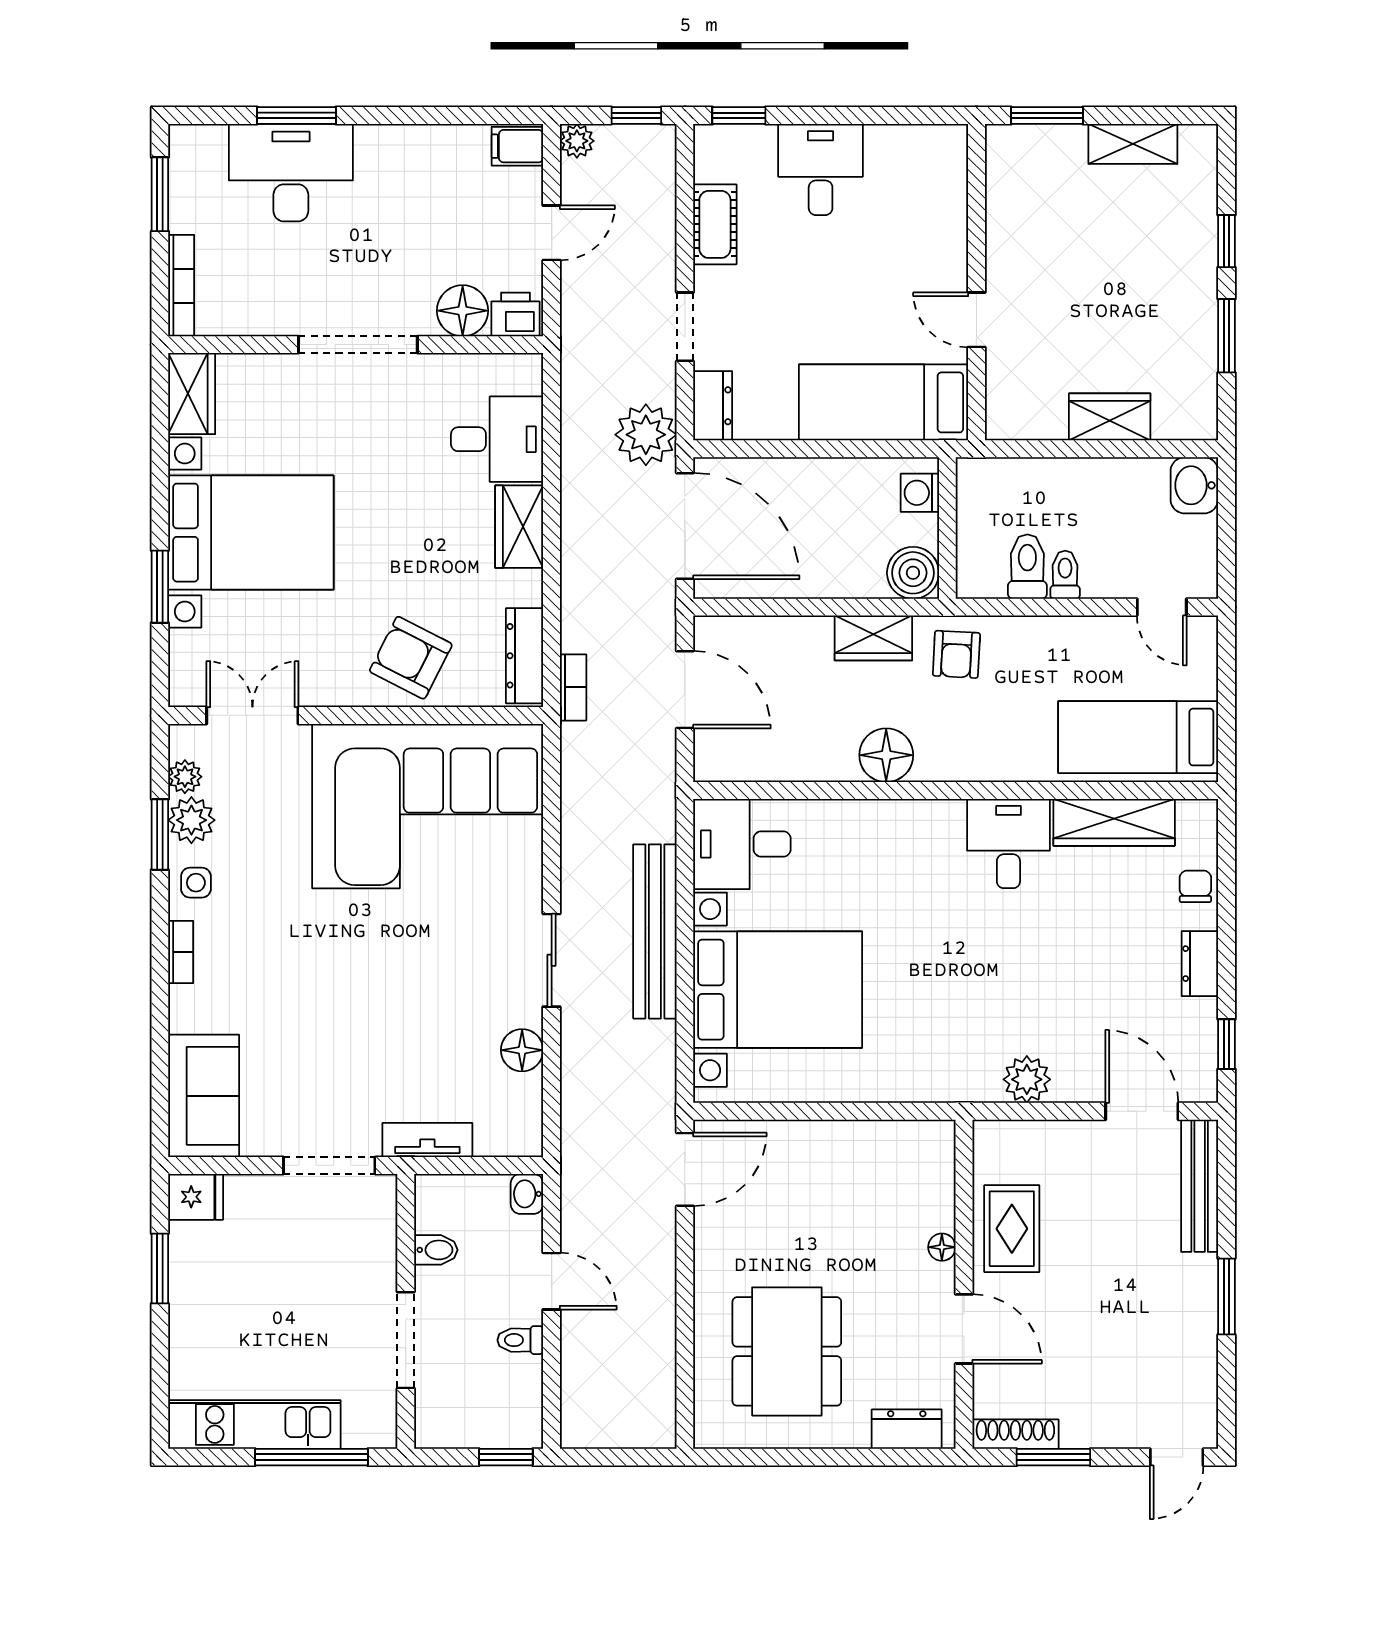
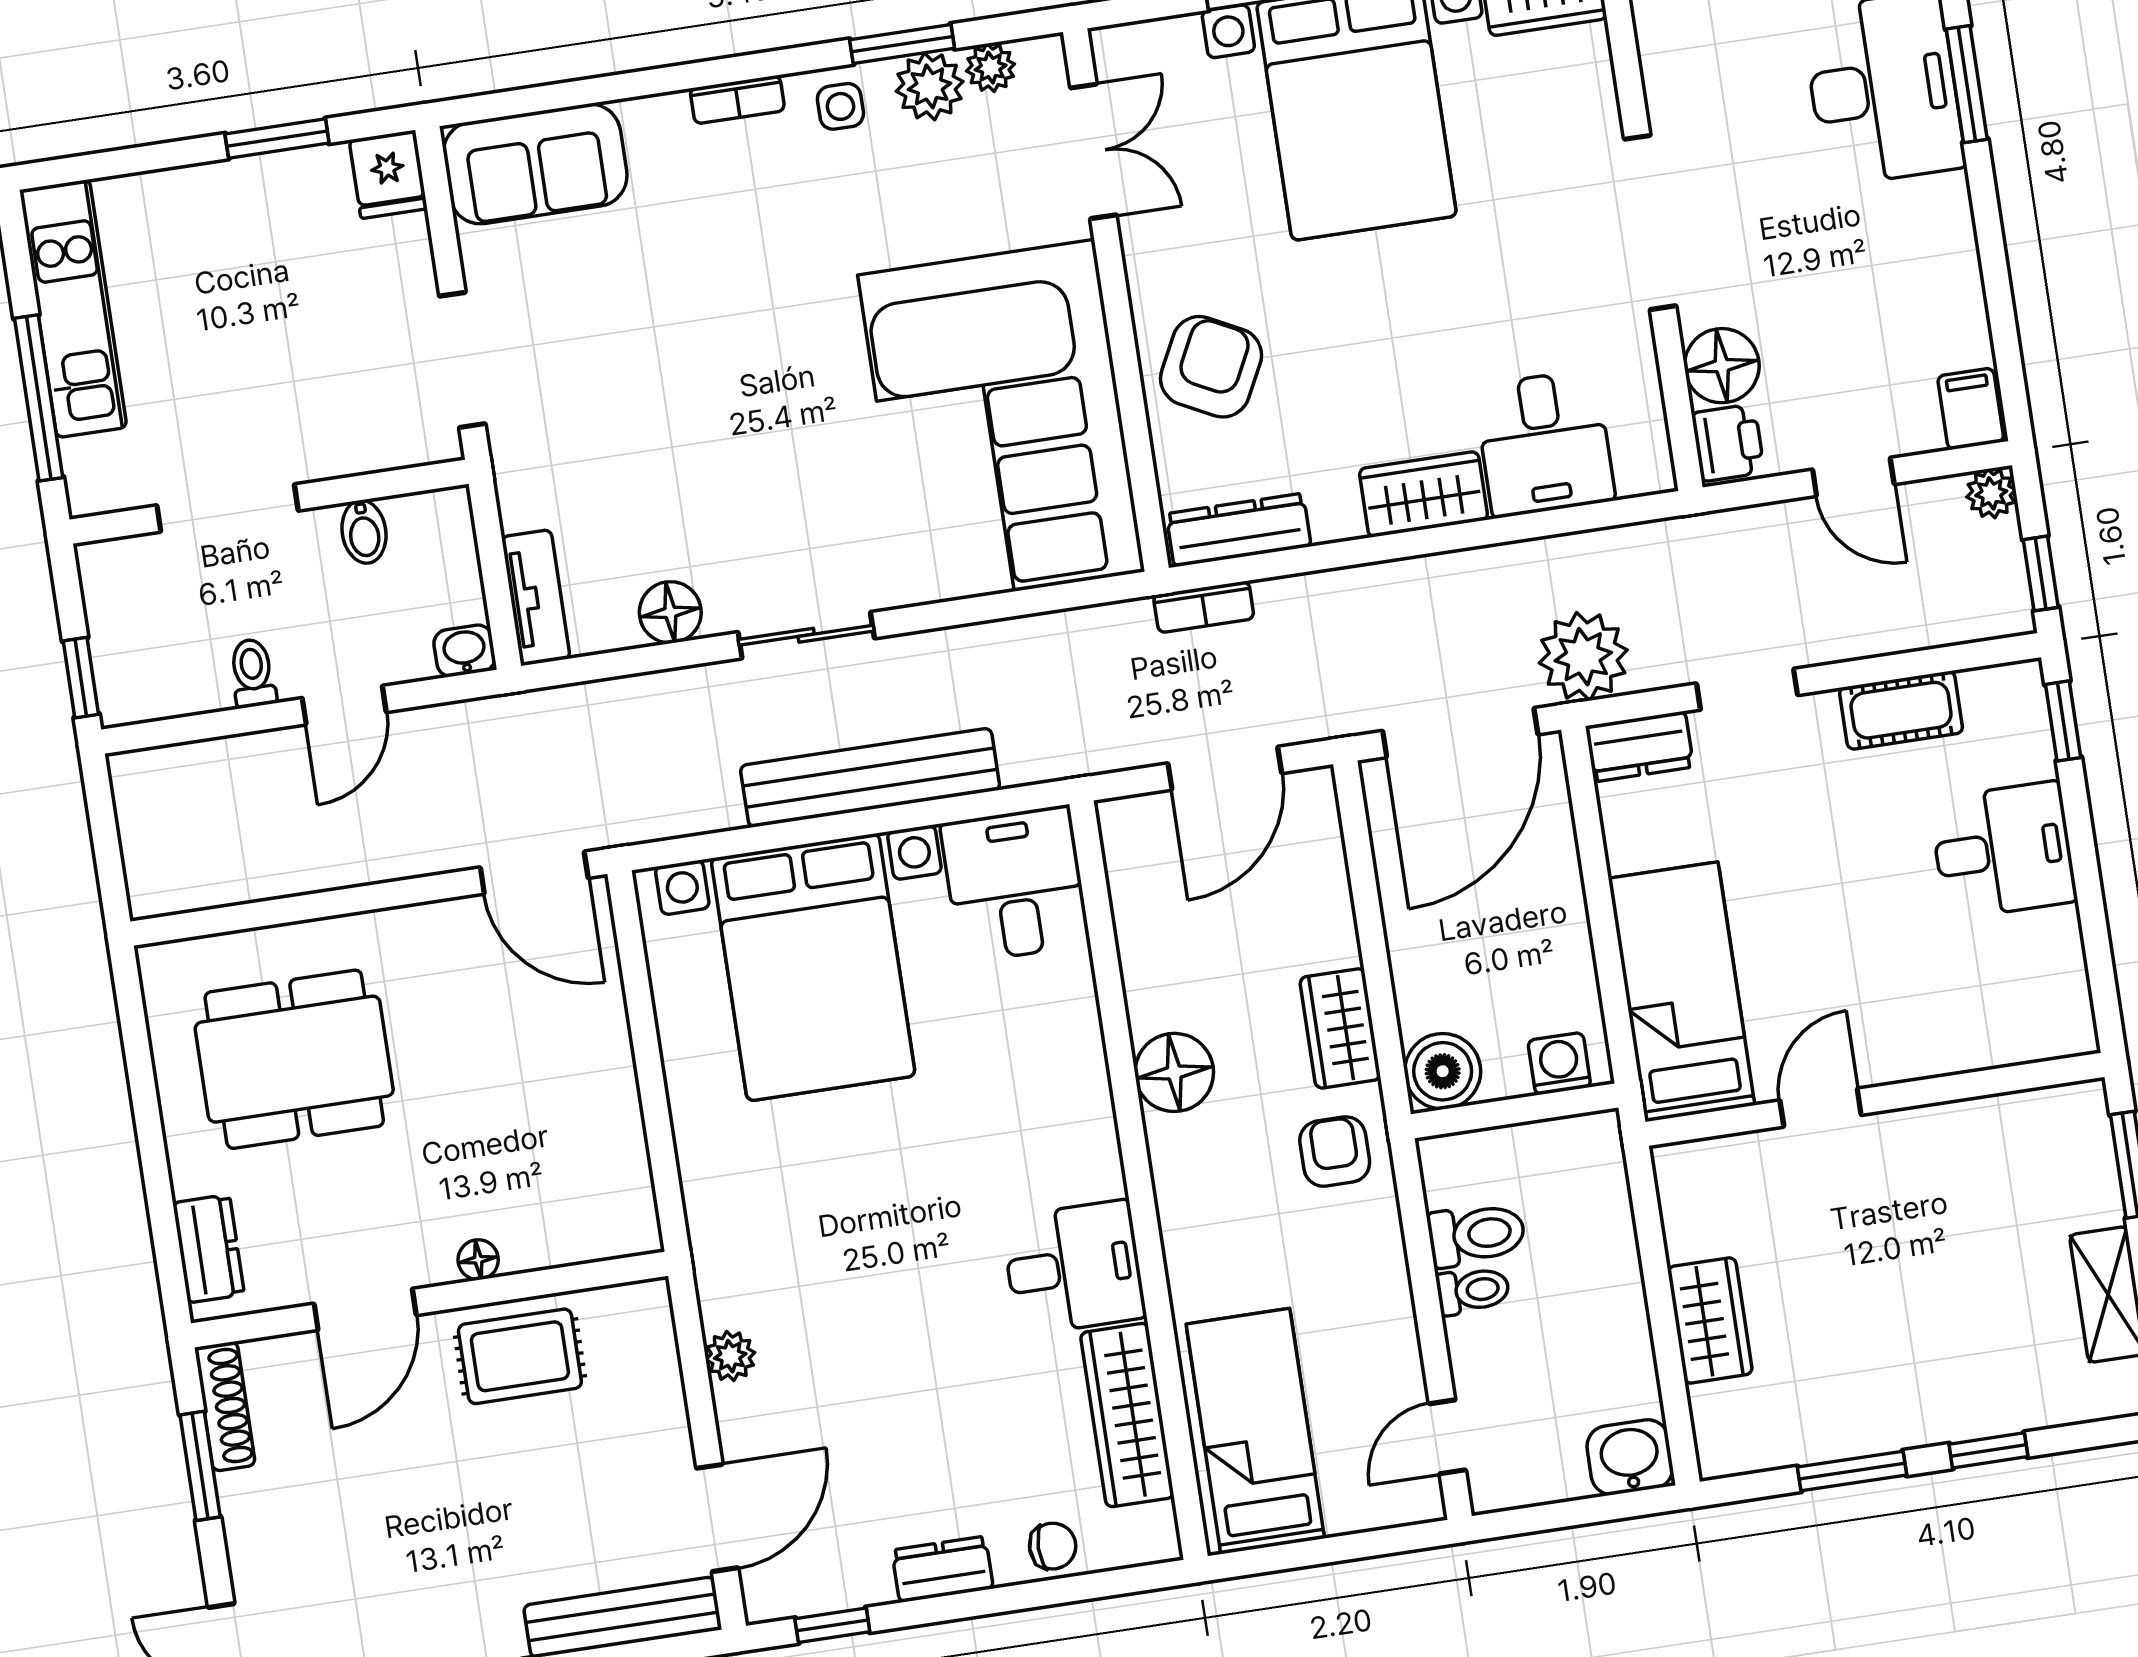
armchair: (956, 654) -> (1335, 1152), turned 87
plant: (1027, 1079) -> (730, 1356), width x0.73, depth x0.73
tv unit: (427, 1140) -> (536, 598), moved

